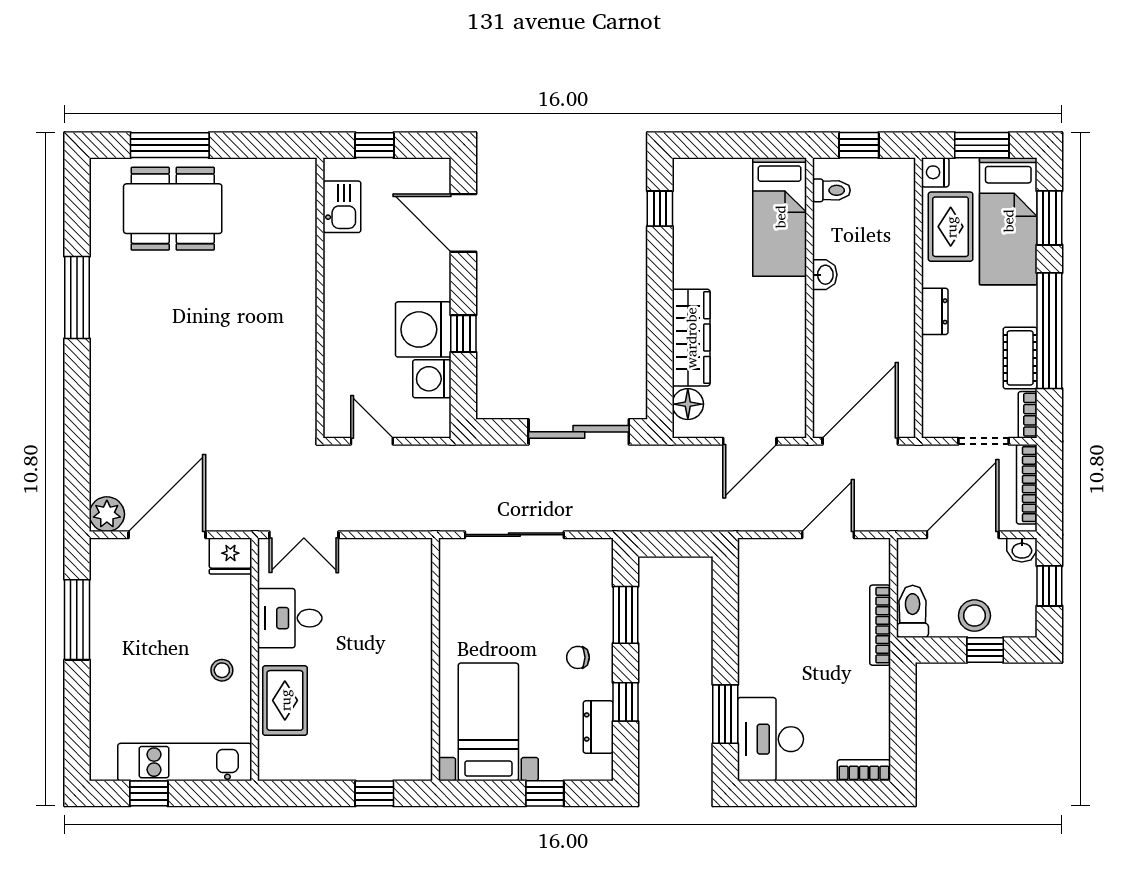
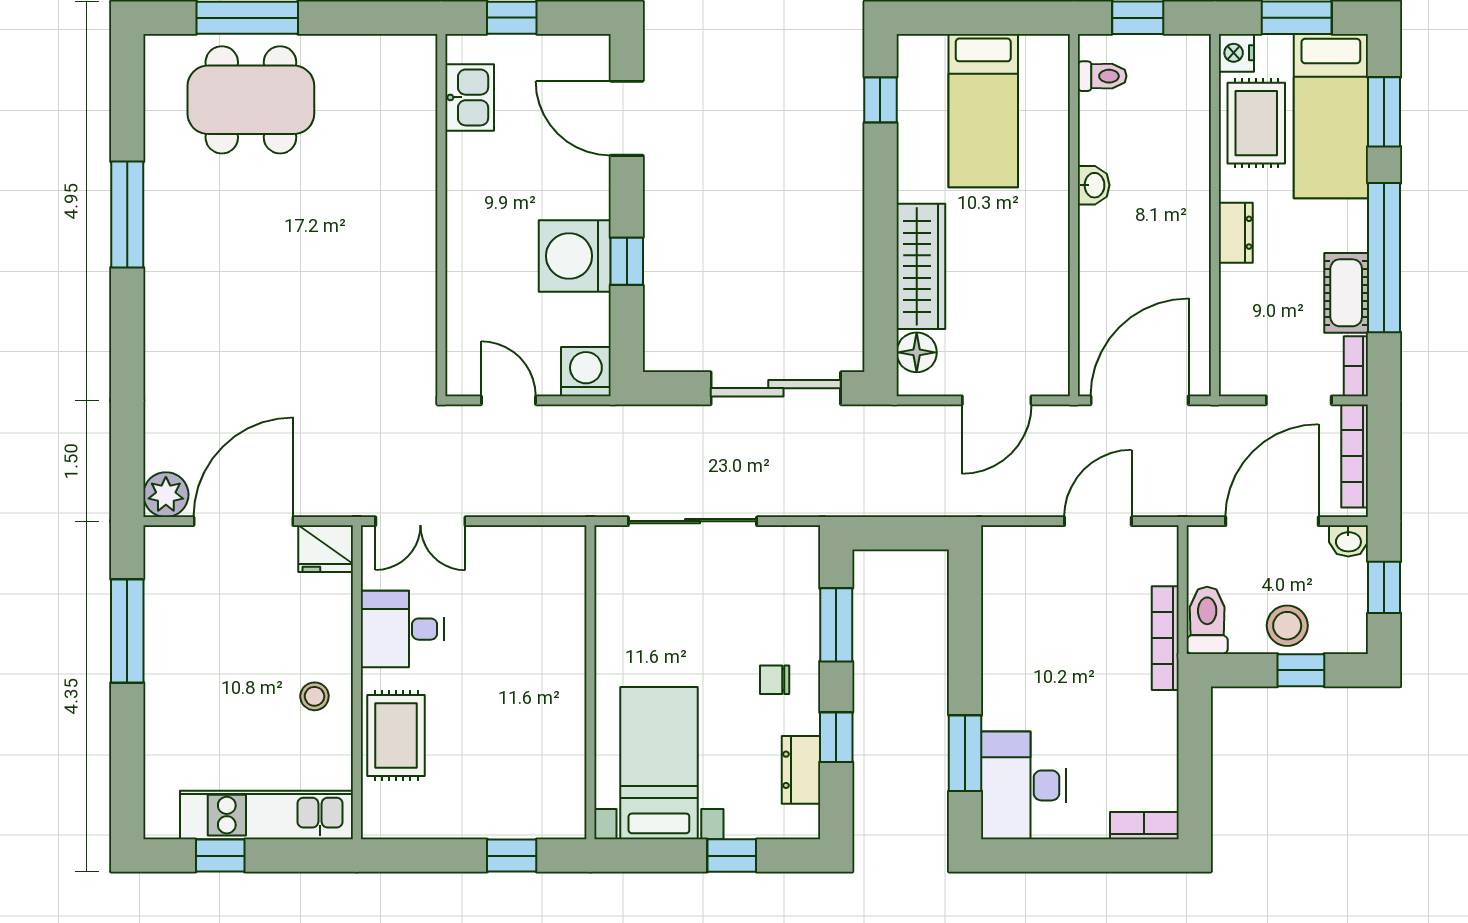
bed: (780, 217) -> (983, 111), moved
washing machine: (432, 379) -> (586, 372), moved, turned 90

